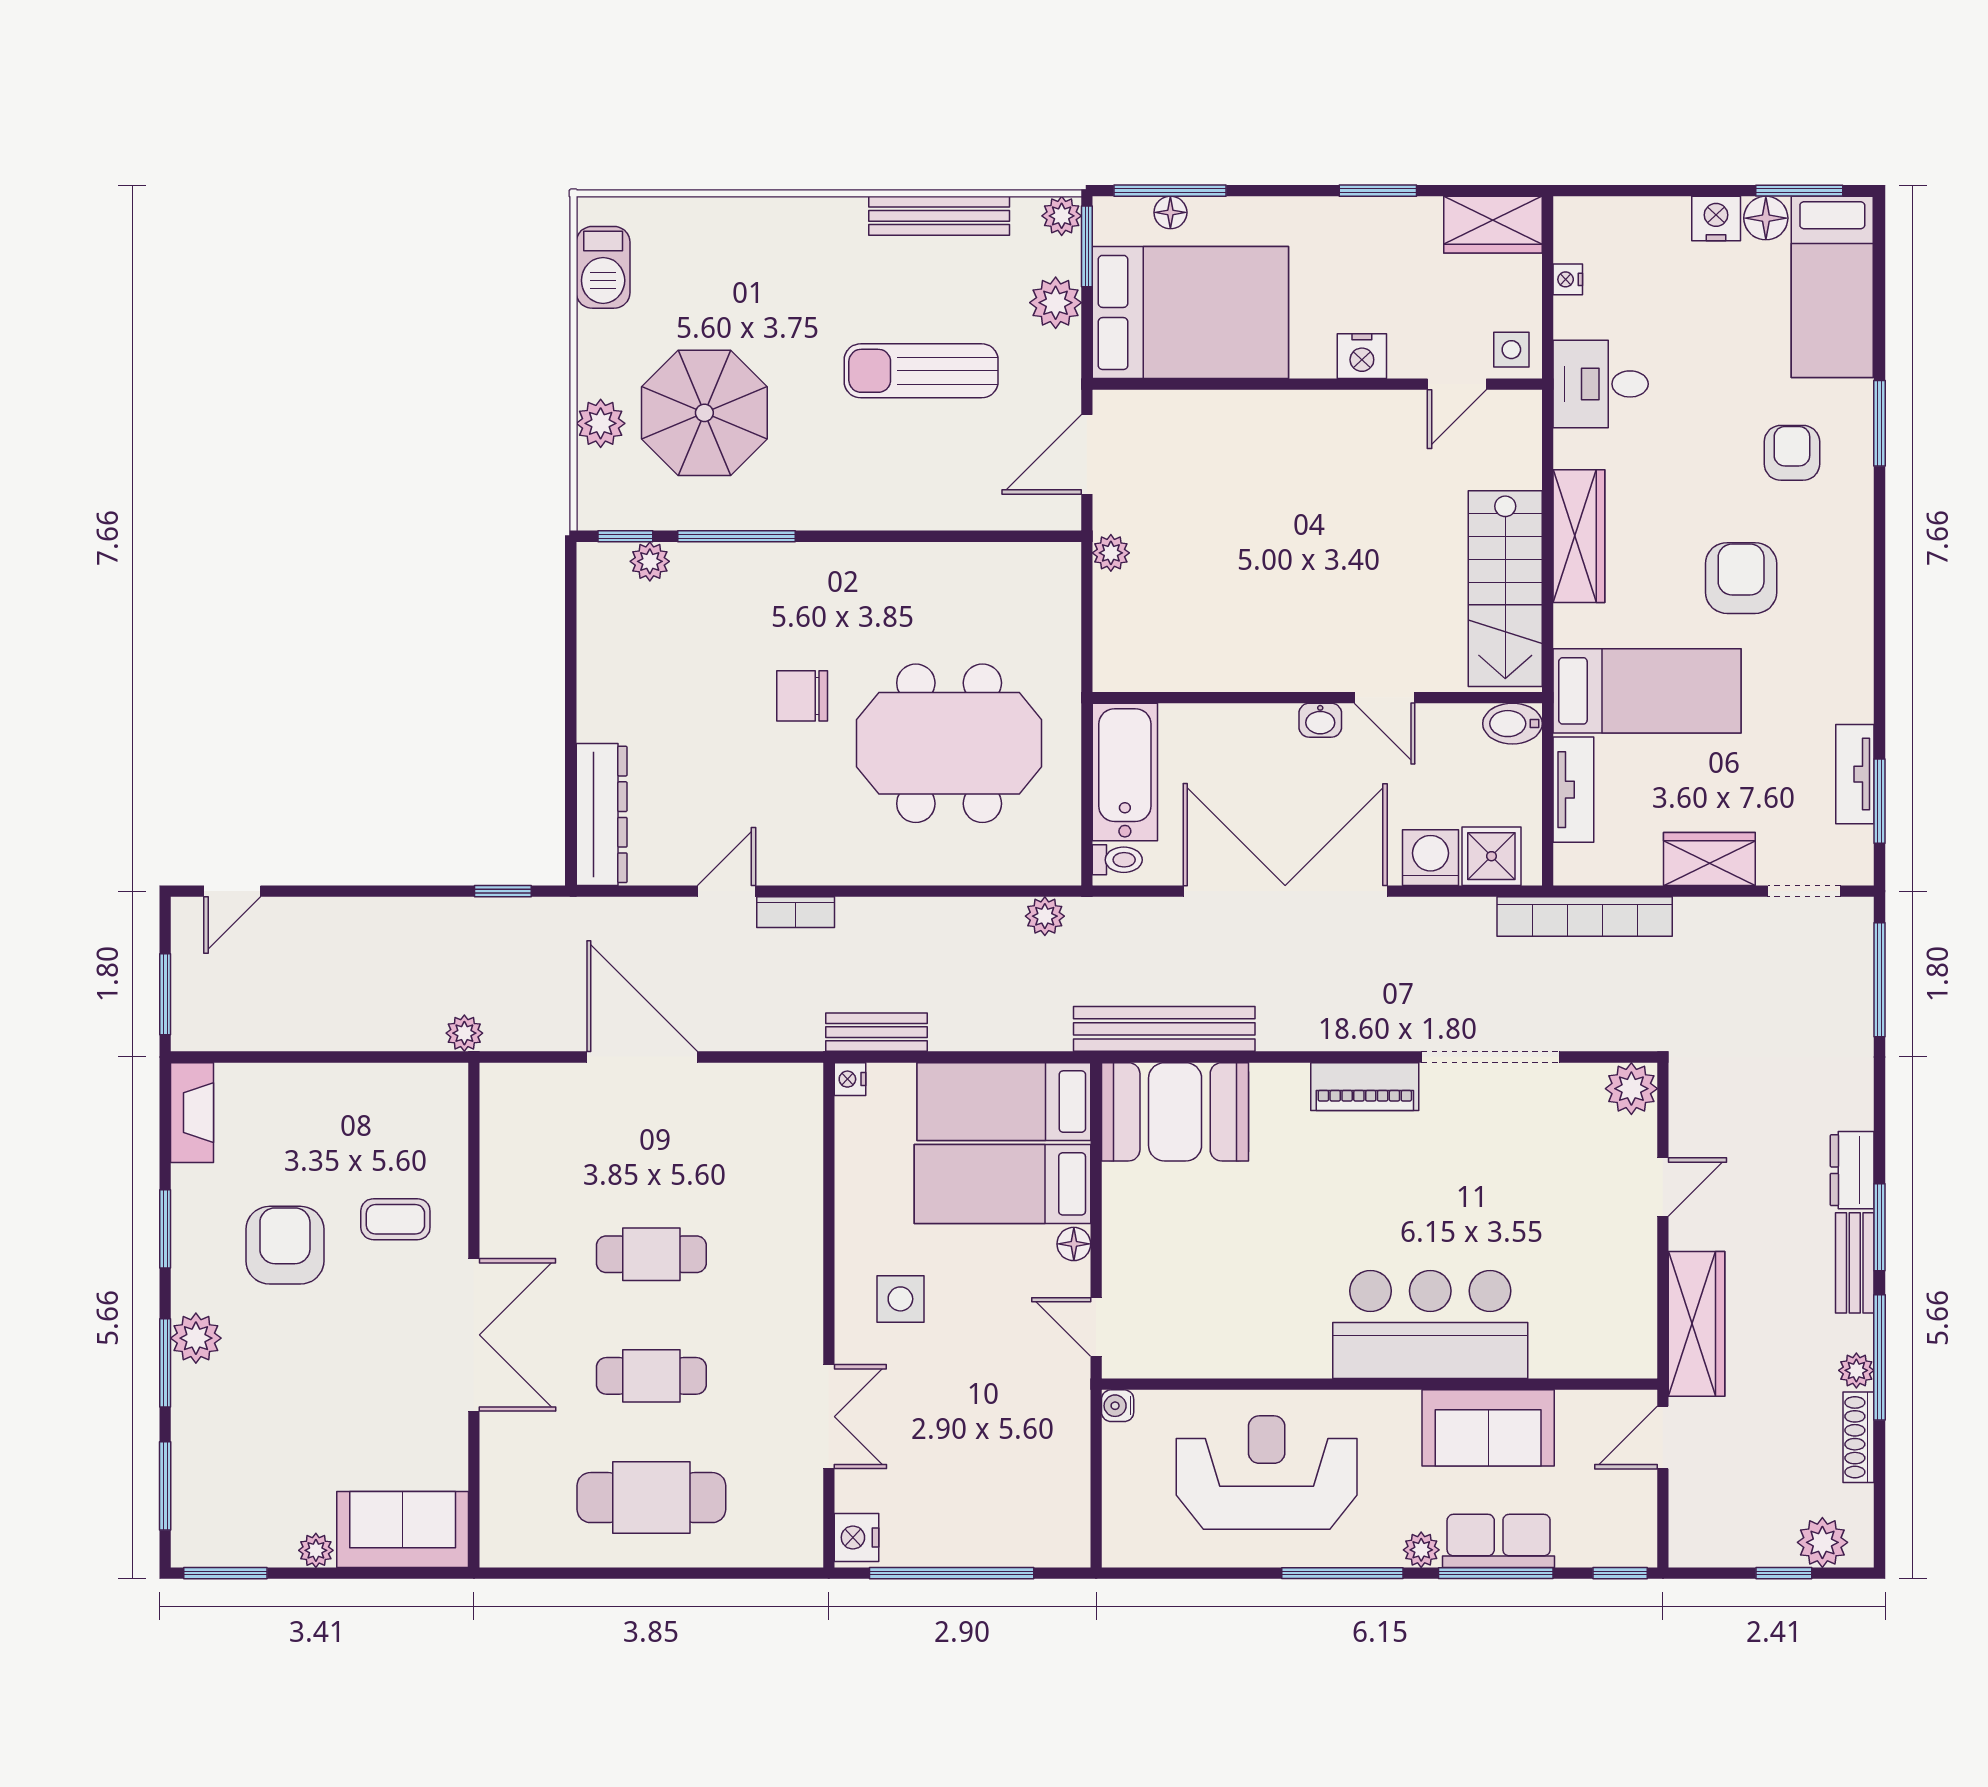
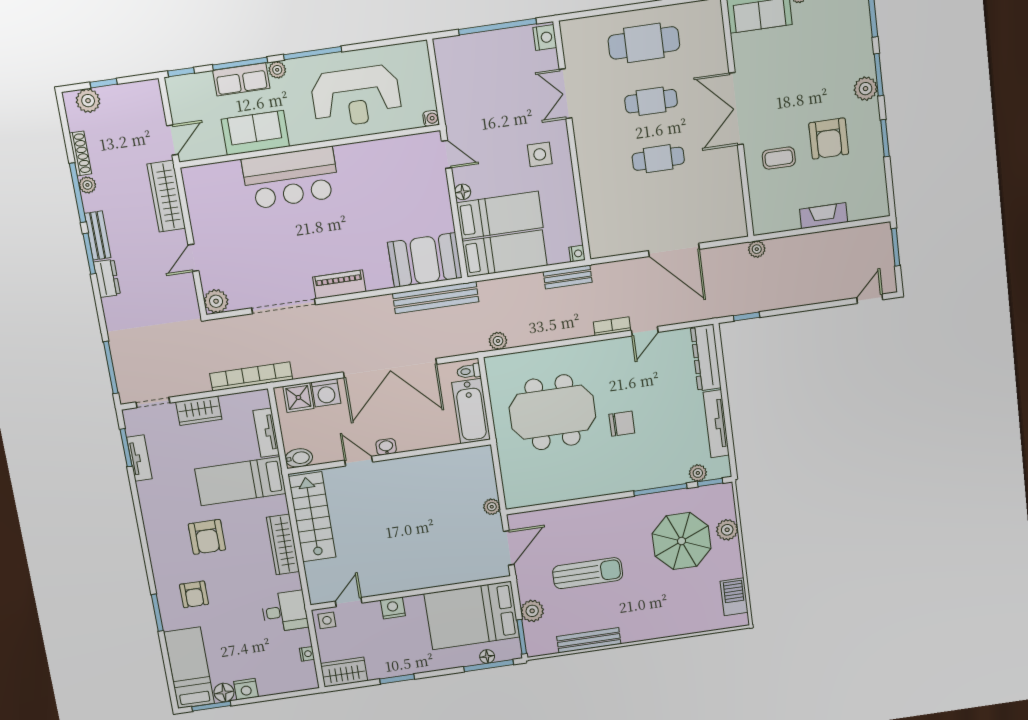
plant: (1062, 216) -> (535, 648), removed
tv unit: (596, 665) -> (716, 424), added
fireplace: (192, 1113) -> (824, 216), moved, turned 90

